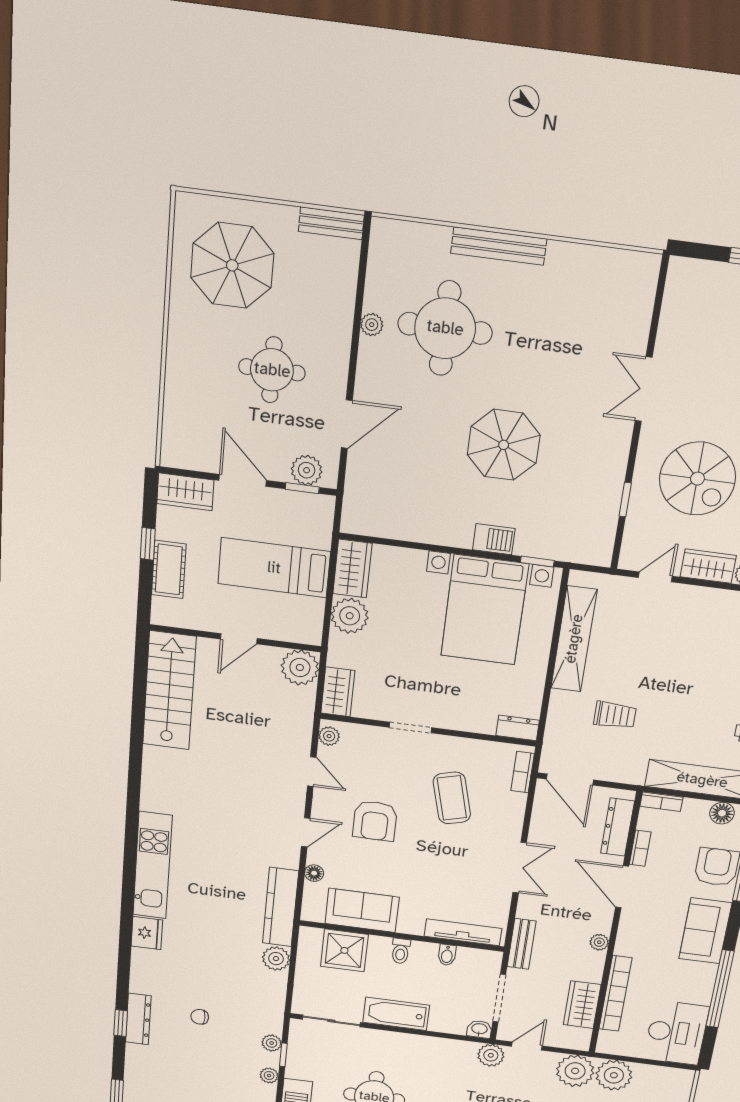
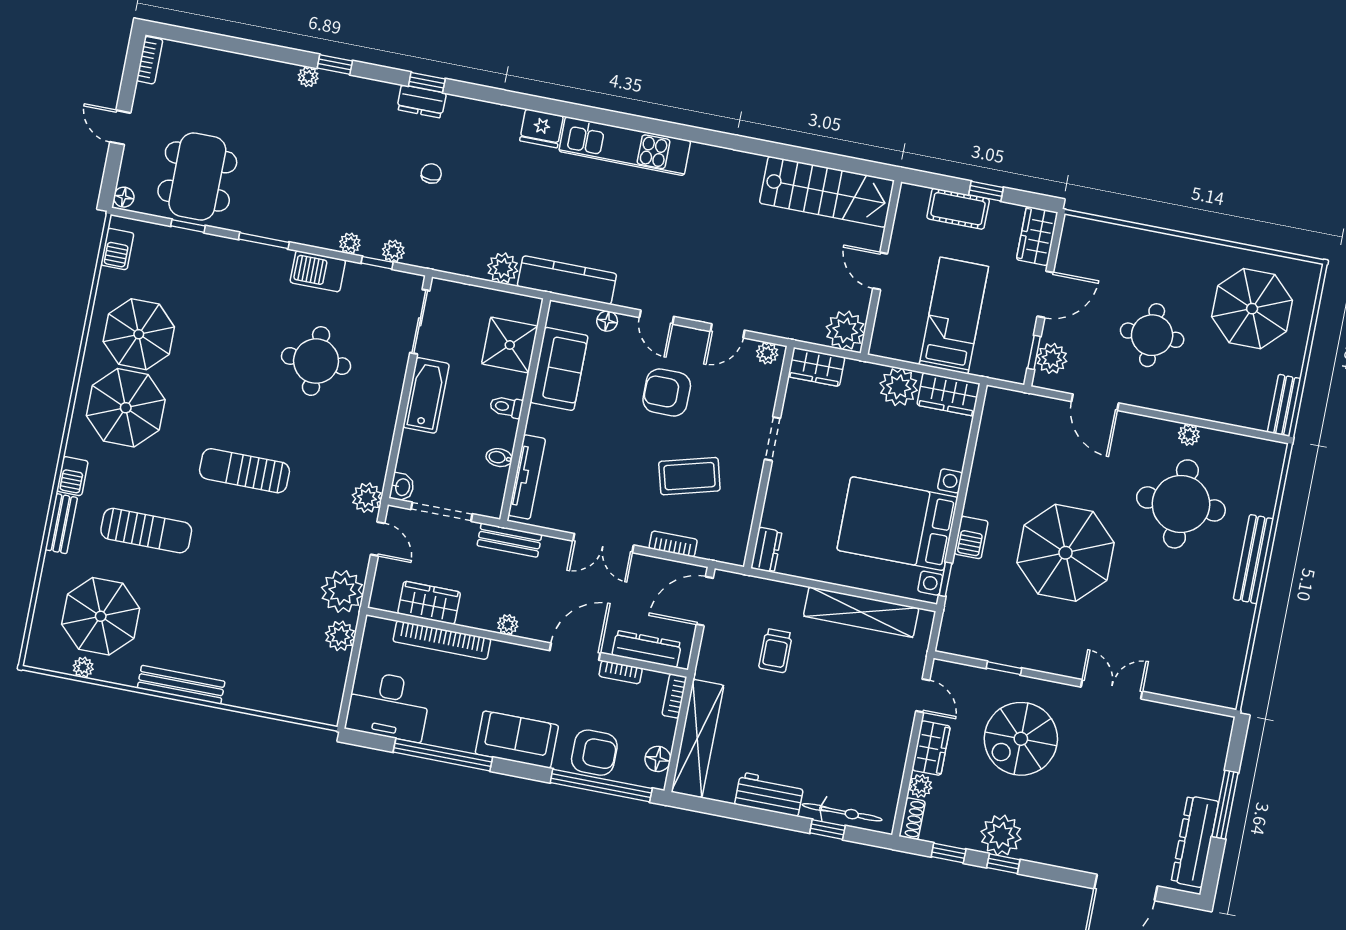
parasol: (504, 445) -> (1065, 553), width x1.36, depth x1.36
bookcase: (522, 772) -> (673, 544), moved
dresser: (138, 1019) -> (421, 101), width x0.70
plant: (614, 1075) -> (340, 636), width x0.73, depth x0.73

